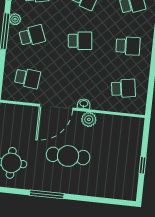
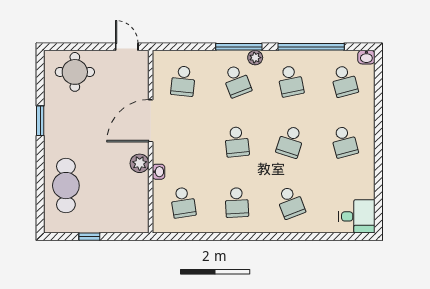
washbasin: (84, 104) -> (159, 172), moved
door: (56, 107) -> (151, 121), hinge flipped
cafe table: (68, 156) -> (66, 186), moved
window: (47, 194) -> (40, 121), width x0.69

